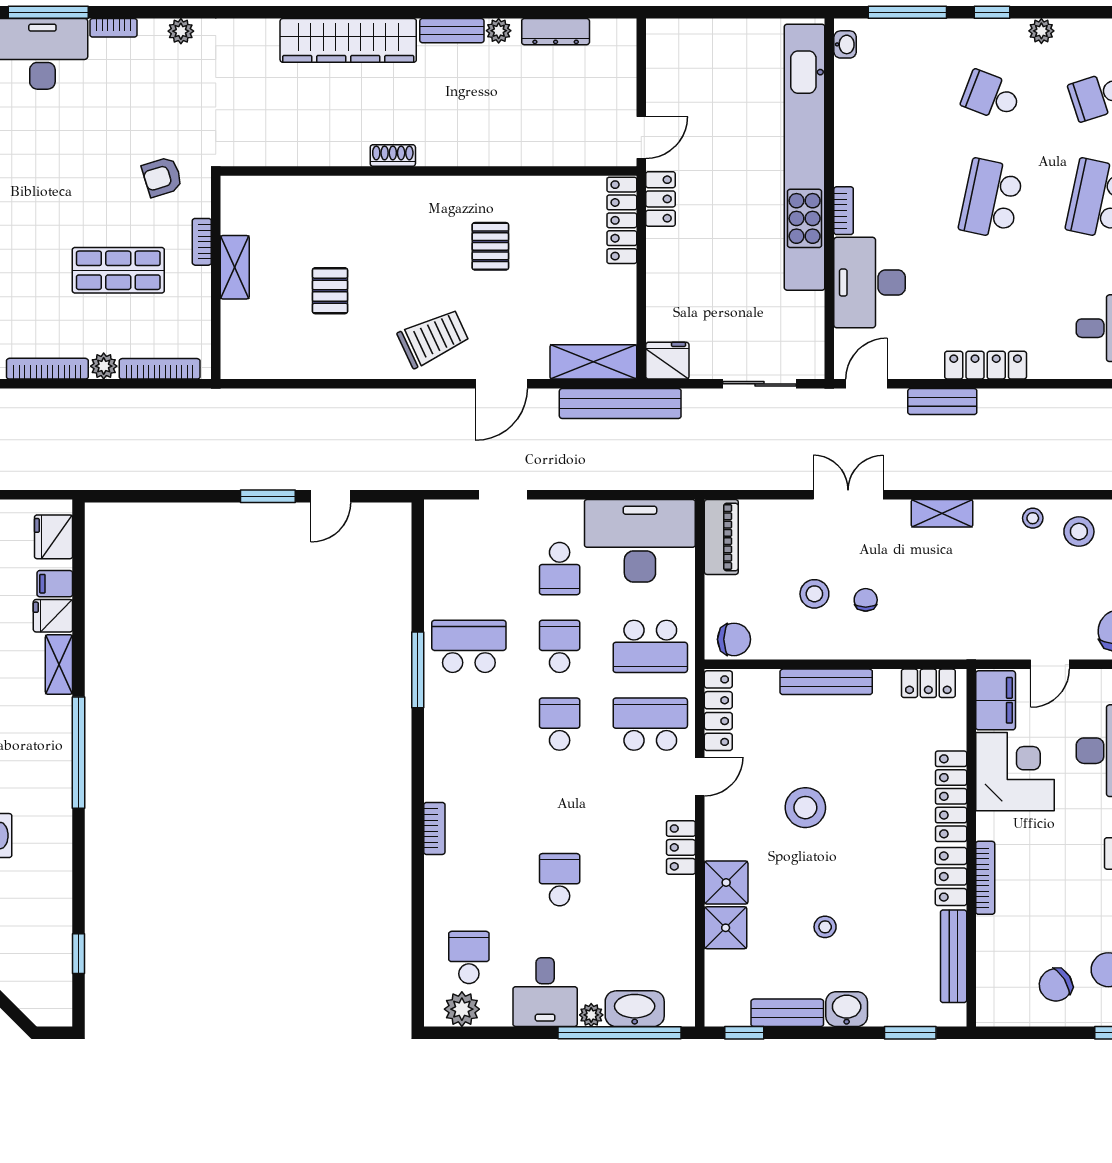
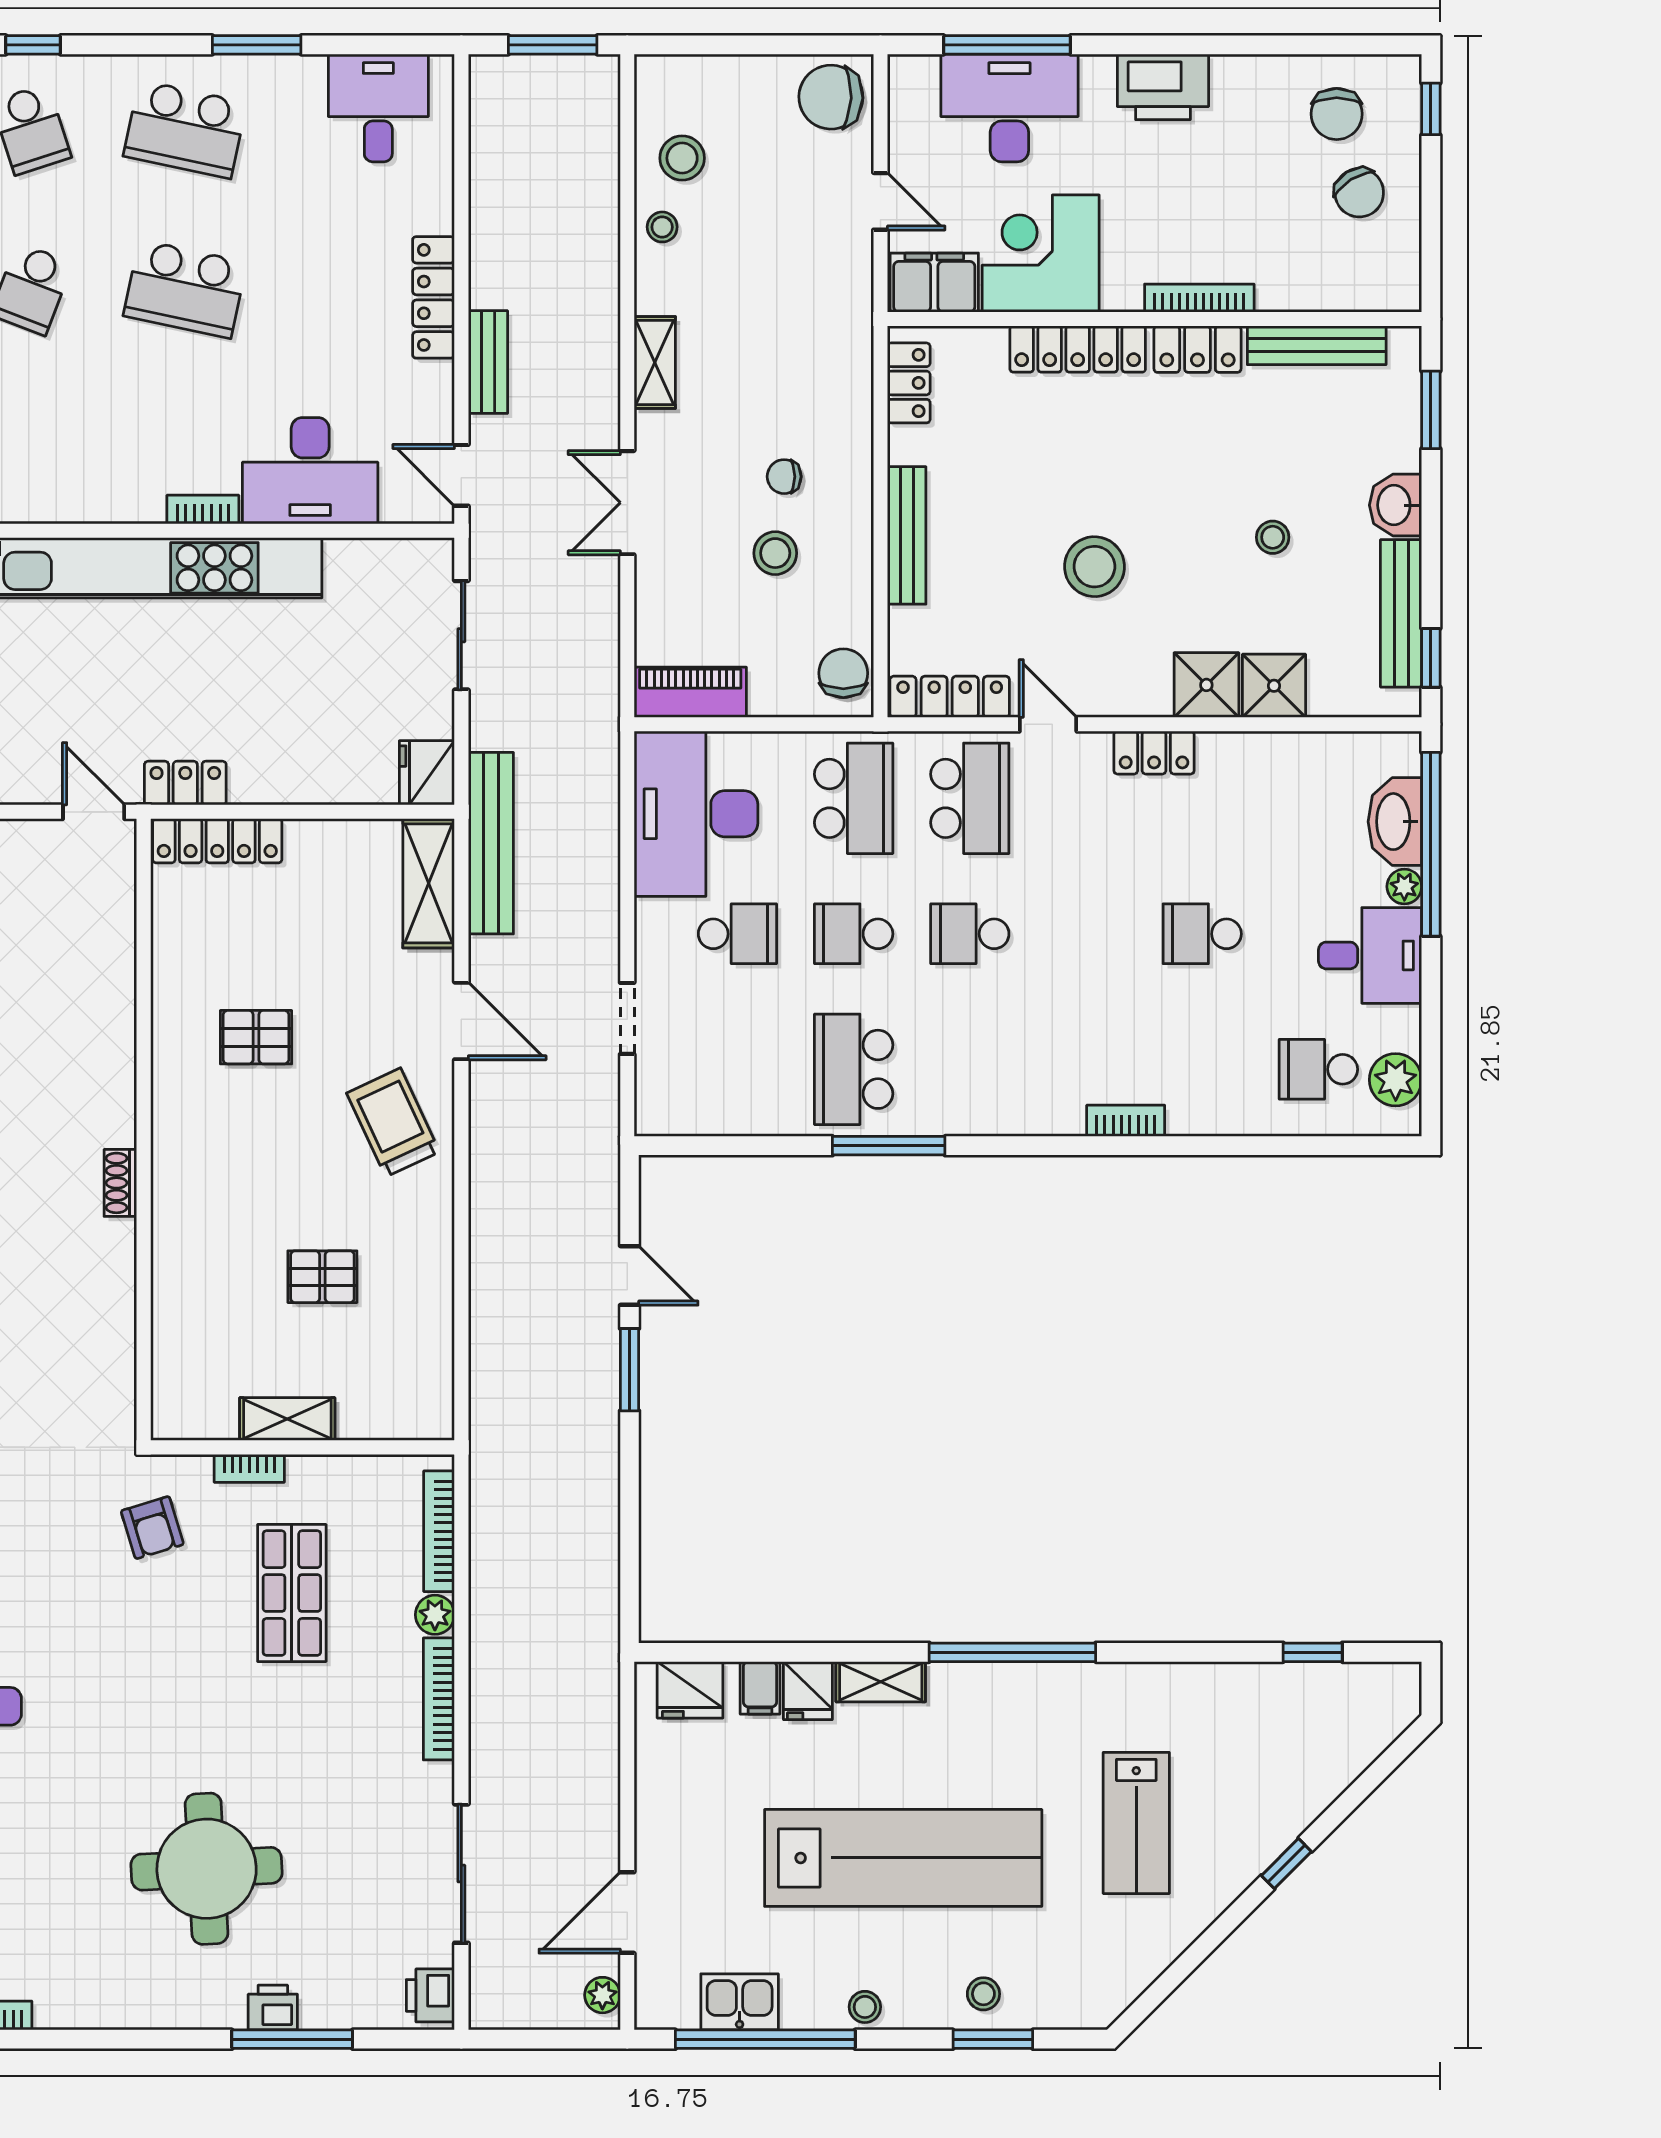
school desk: (650, 724) -> (970, 798), turned 180
bench: (787, 1013) -> (1401, 613), width x1.36

